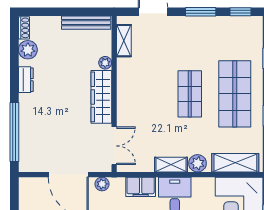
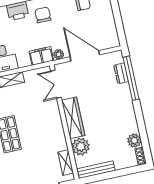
plant: (105, 63) -> (81, 147), width x1.87, depth x1.87
dresser: (26, 80) -> (121, 73), moved
filing cabinet: (141, 187) -> (41, 56), moved

